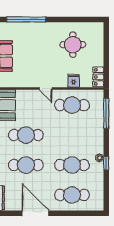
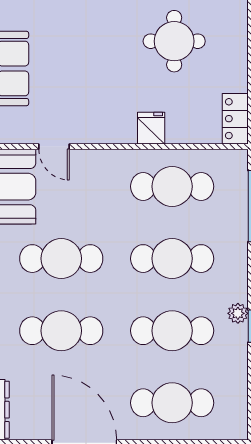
fridge: (74, 81) -> (151, 128), moved
door: (46, 88) -> (54, 147), moved
cafe table: (72, 135) -> (172, 259), added

